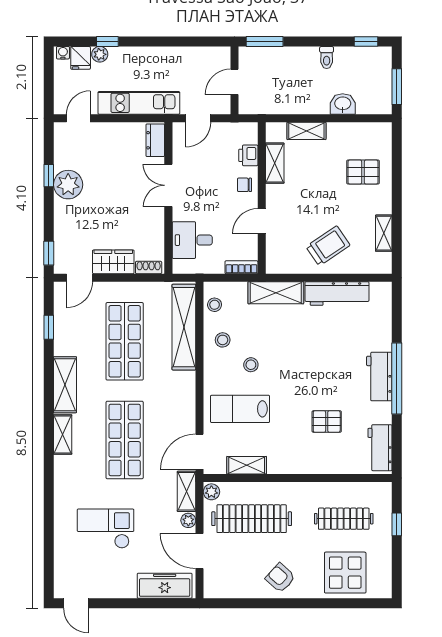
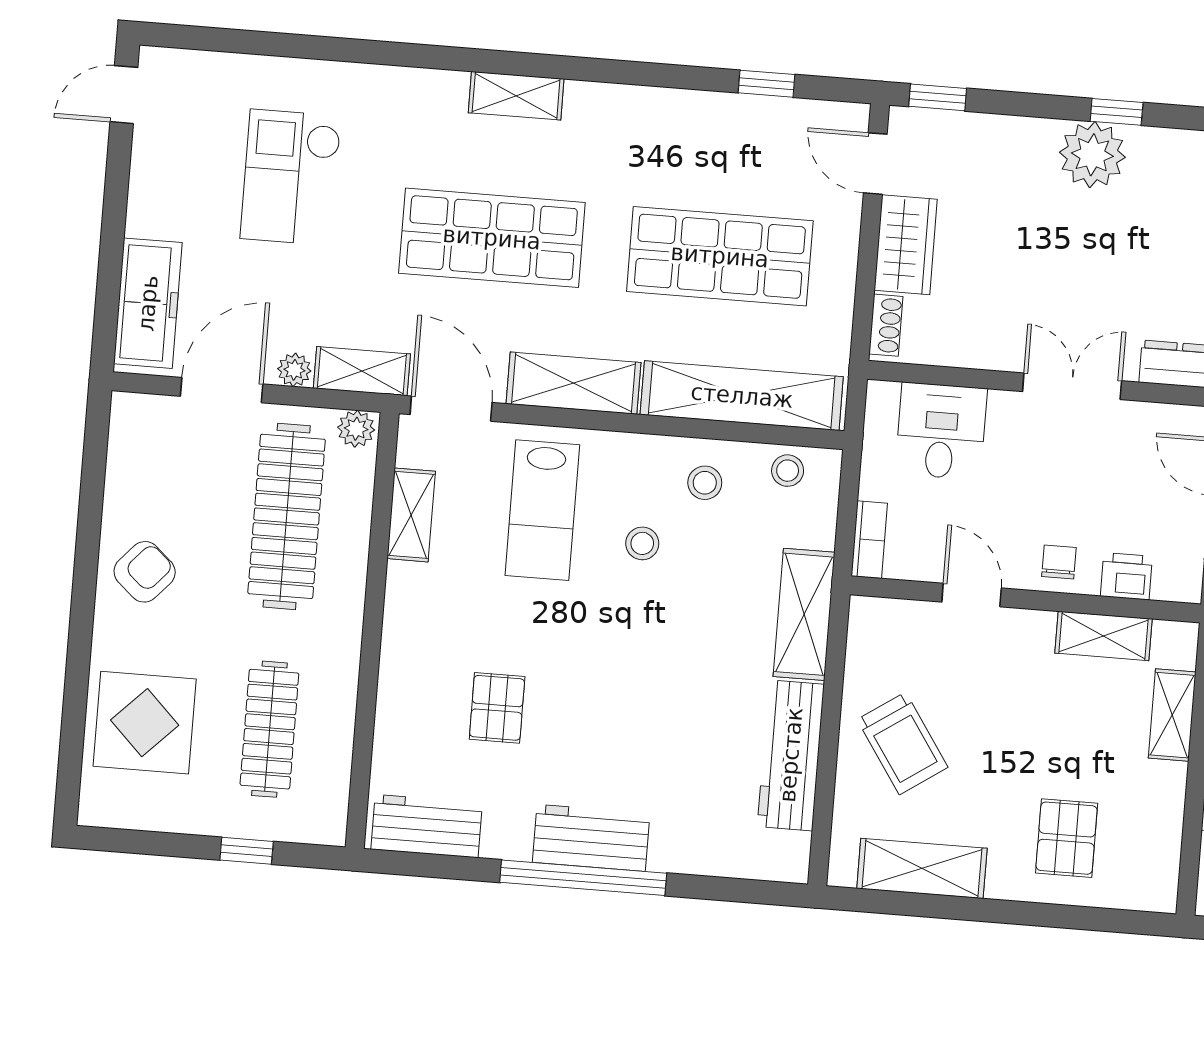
shelving: (384, 233) -> (922, 868), width x1.50, depth x1.33
shelving: (65, 385) -> (574, 383), moved
lab bench: (240, 409) -> (542, 510), turned 180
checkout: (106, 529) -> (291, 177), turned 180

